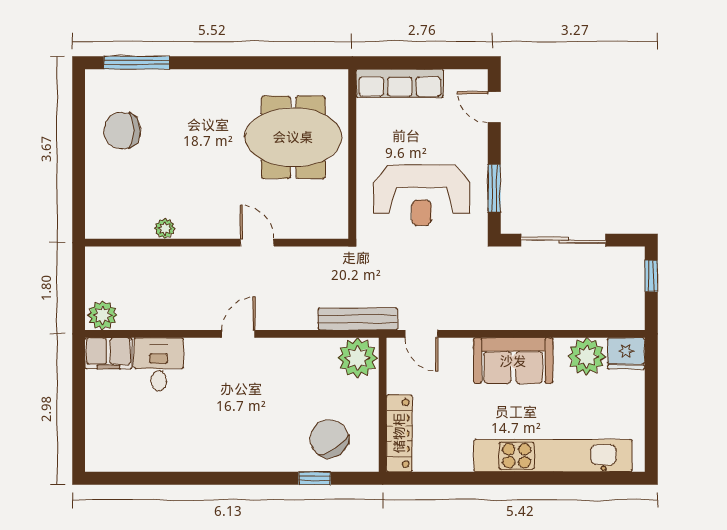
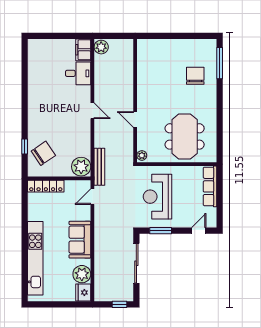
chair: (122, 131) -> (195, 76), moved
plant: (165, 228) -> (142, 155), moved
door: (257, 243) -> (135, 120), swing flipped

